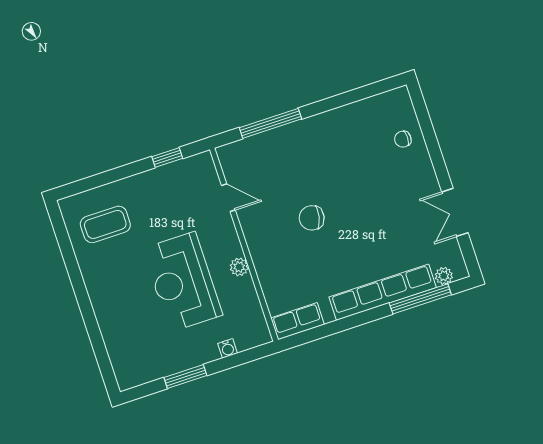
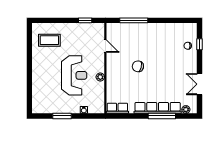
window: (427, 128) -> (199, 44), added
reception desk: (183, 282) -> (74, 75), turned 180
window: (420, 299) -> (162, 116), moved

